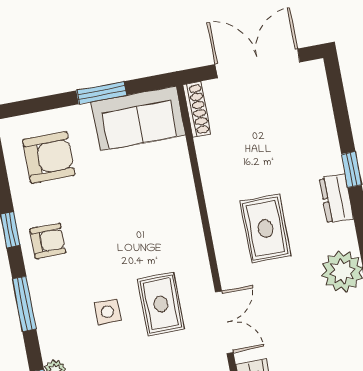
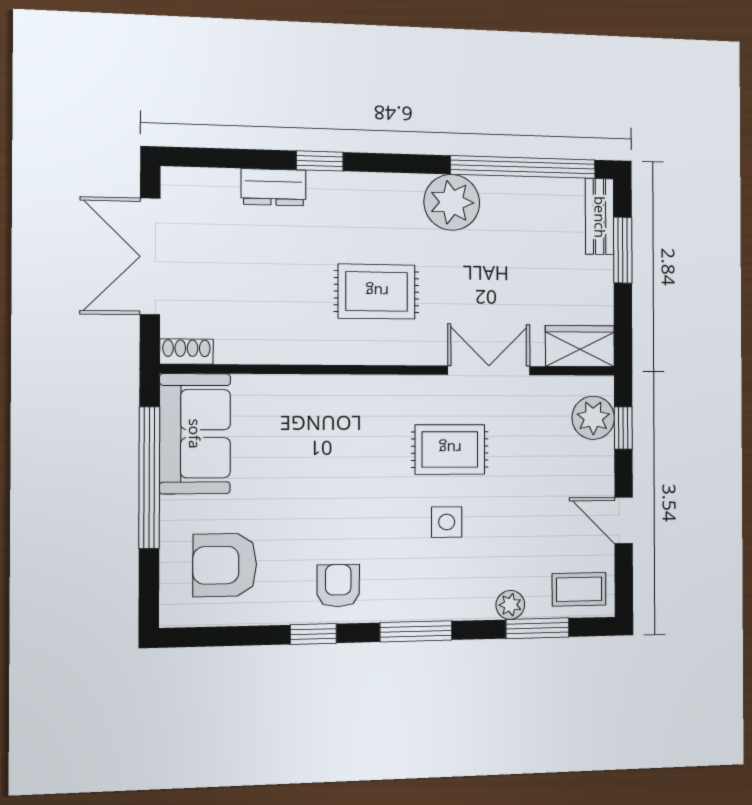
window: (101, 93) -> (149, 478), width x2.11
shoe rack: (197, 109) -> (186, 351), width x0.70
armchair: (49, 157) -> (225, 565), turned -90
dresser: (336, 199) -> (274, 187), moved

